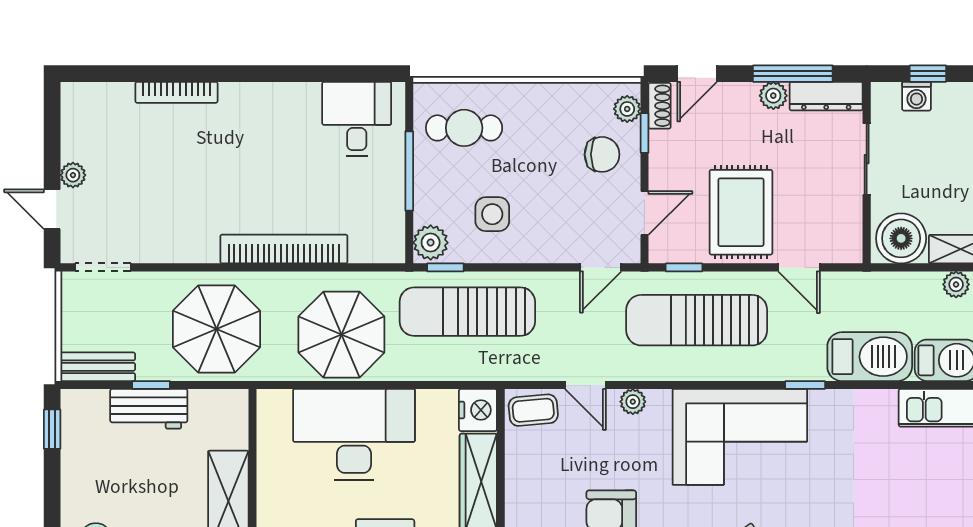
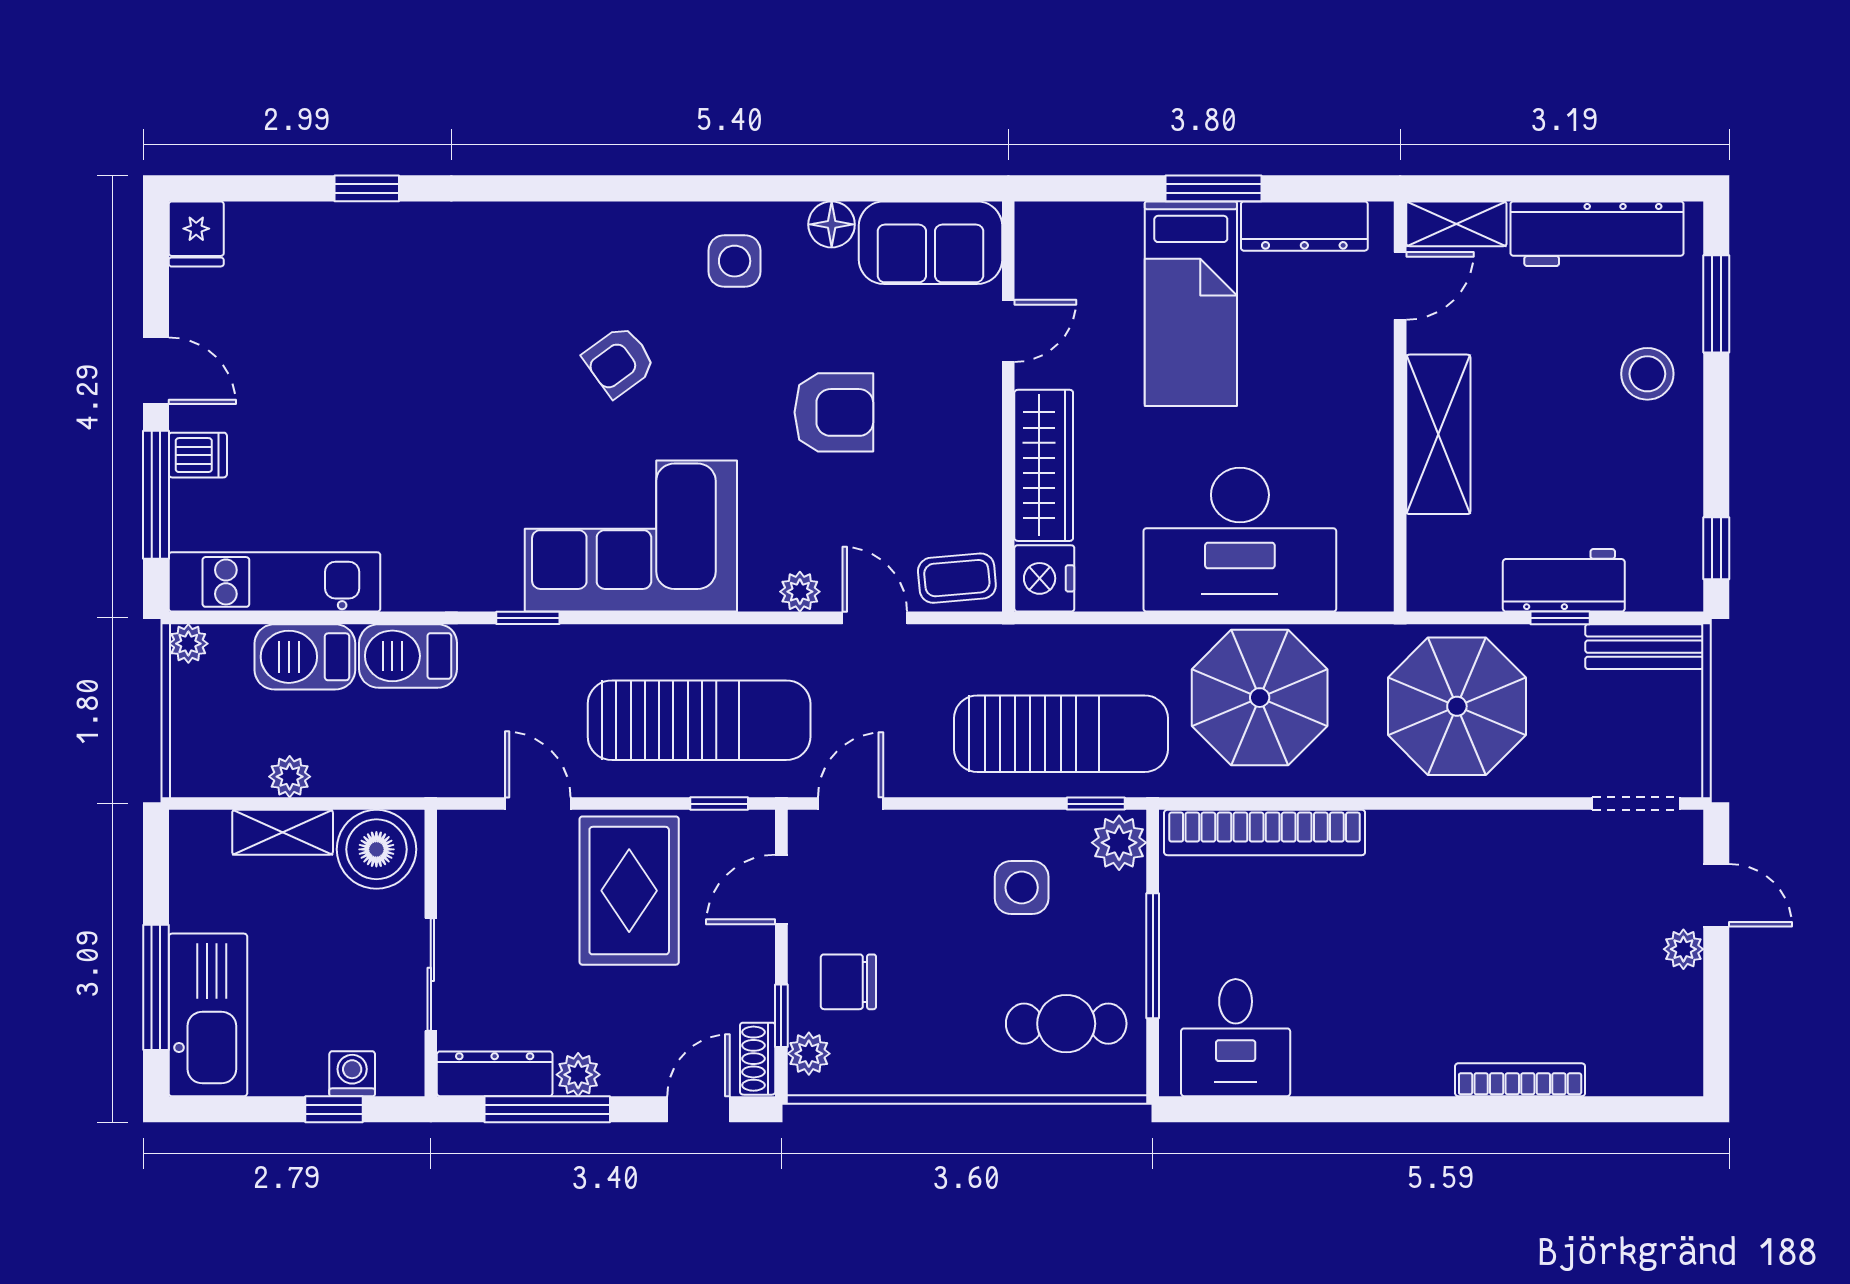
bookcase: (284, 249) -> (1265, 832), moved
barbecue: (870, 357) -> (408, 656), width x0.73, depth x0.83

